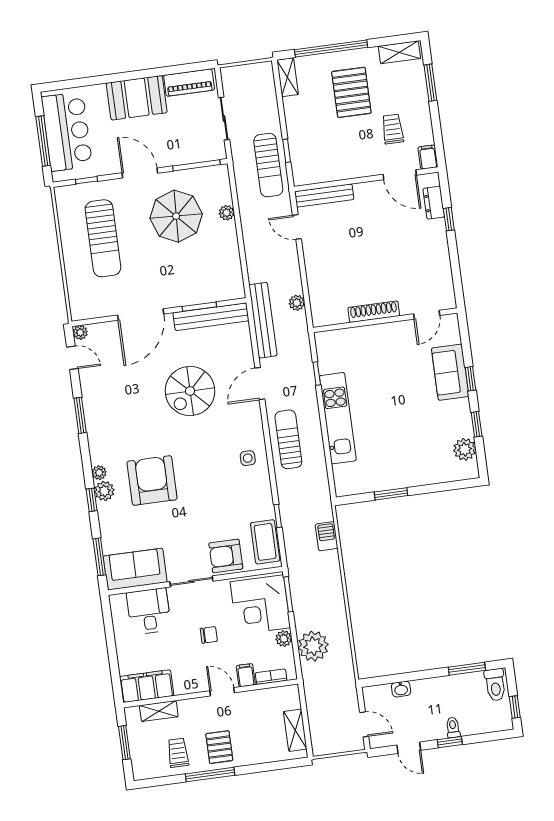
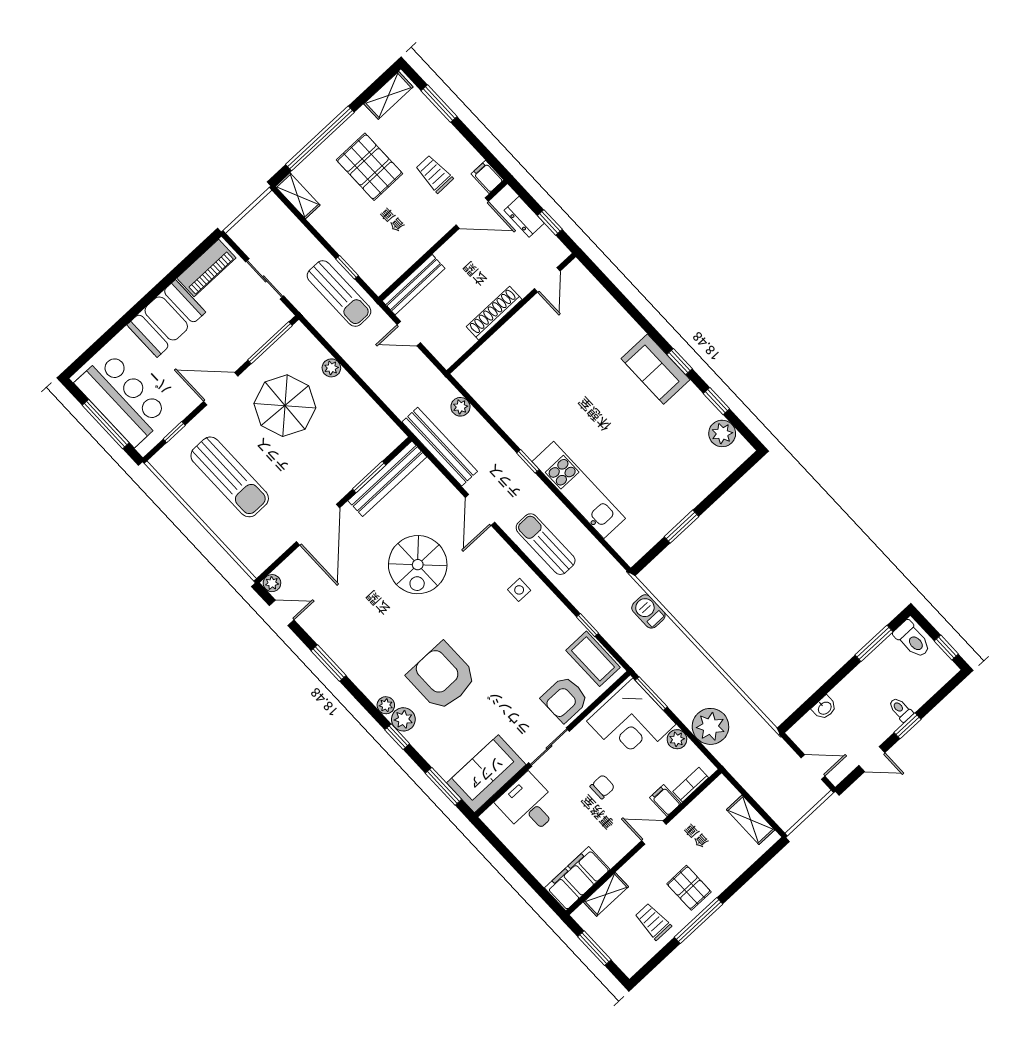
shoe rack: (374, 312) -> (494, 313), moved
door: (427, 315) -> (547, 280), moved
wall: (385, 320) -> (511, 313), moved

